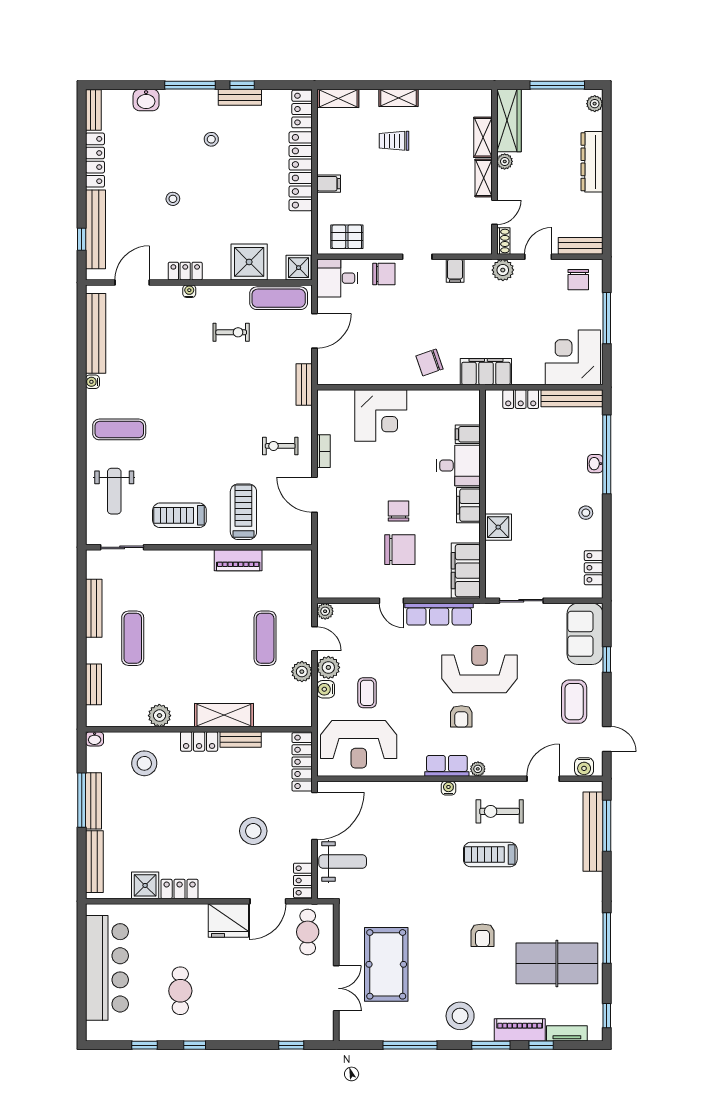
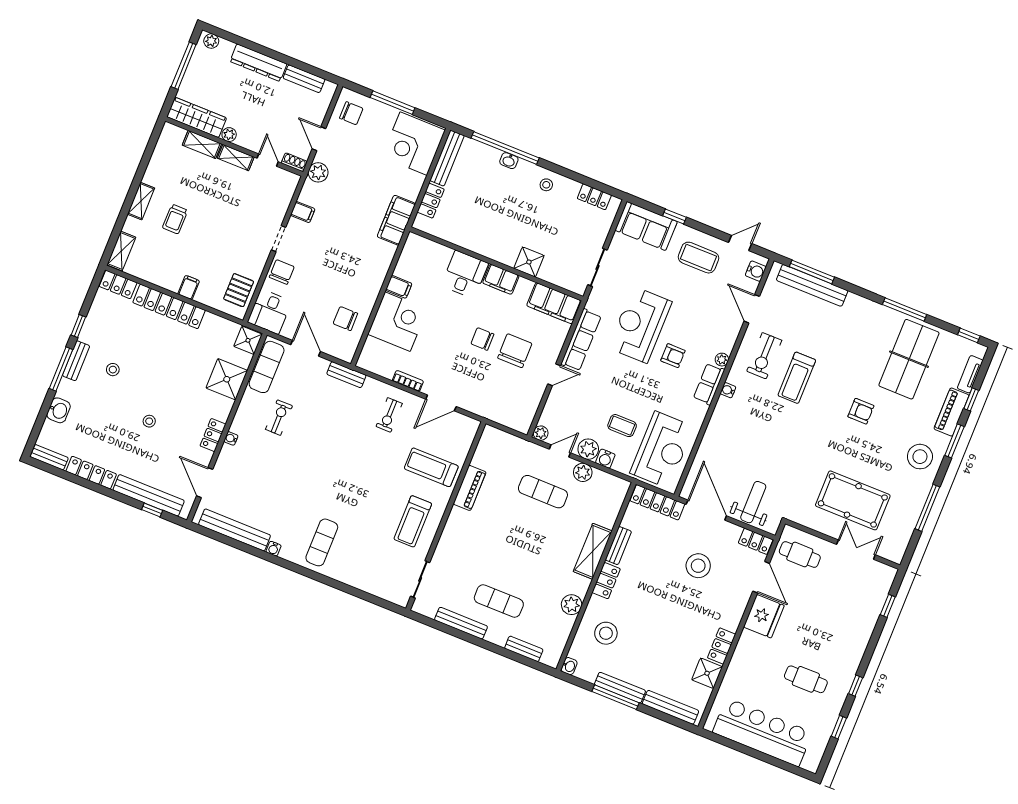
bench: (240, 97) -> (76, 361), moved
bench: (581, 246) -> (304, 79), moved, turned 90
chair: (430, 362) -> (345, 319), moved, turned 109
filing cabinet: (468, 434) -> (399, 287), moved, turned -90
weight bench: (114, 491) -> (371, 567), removed

